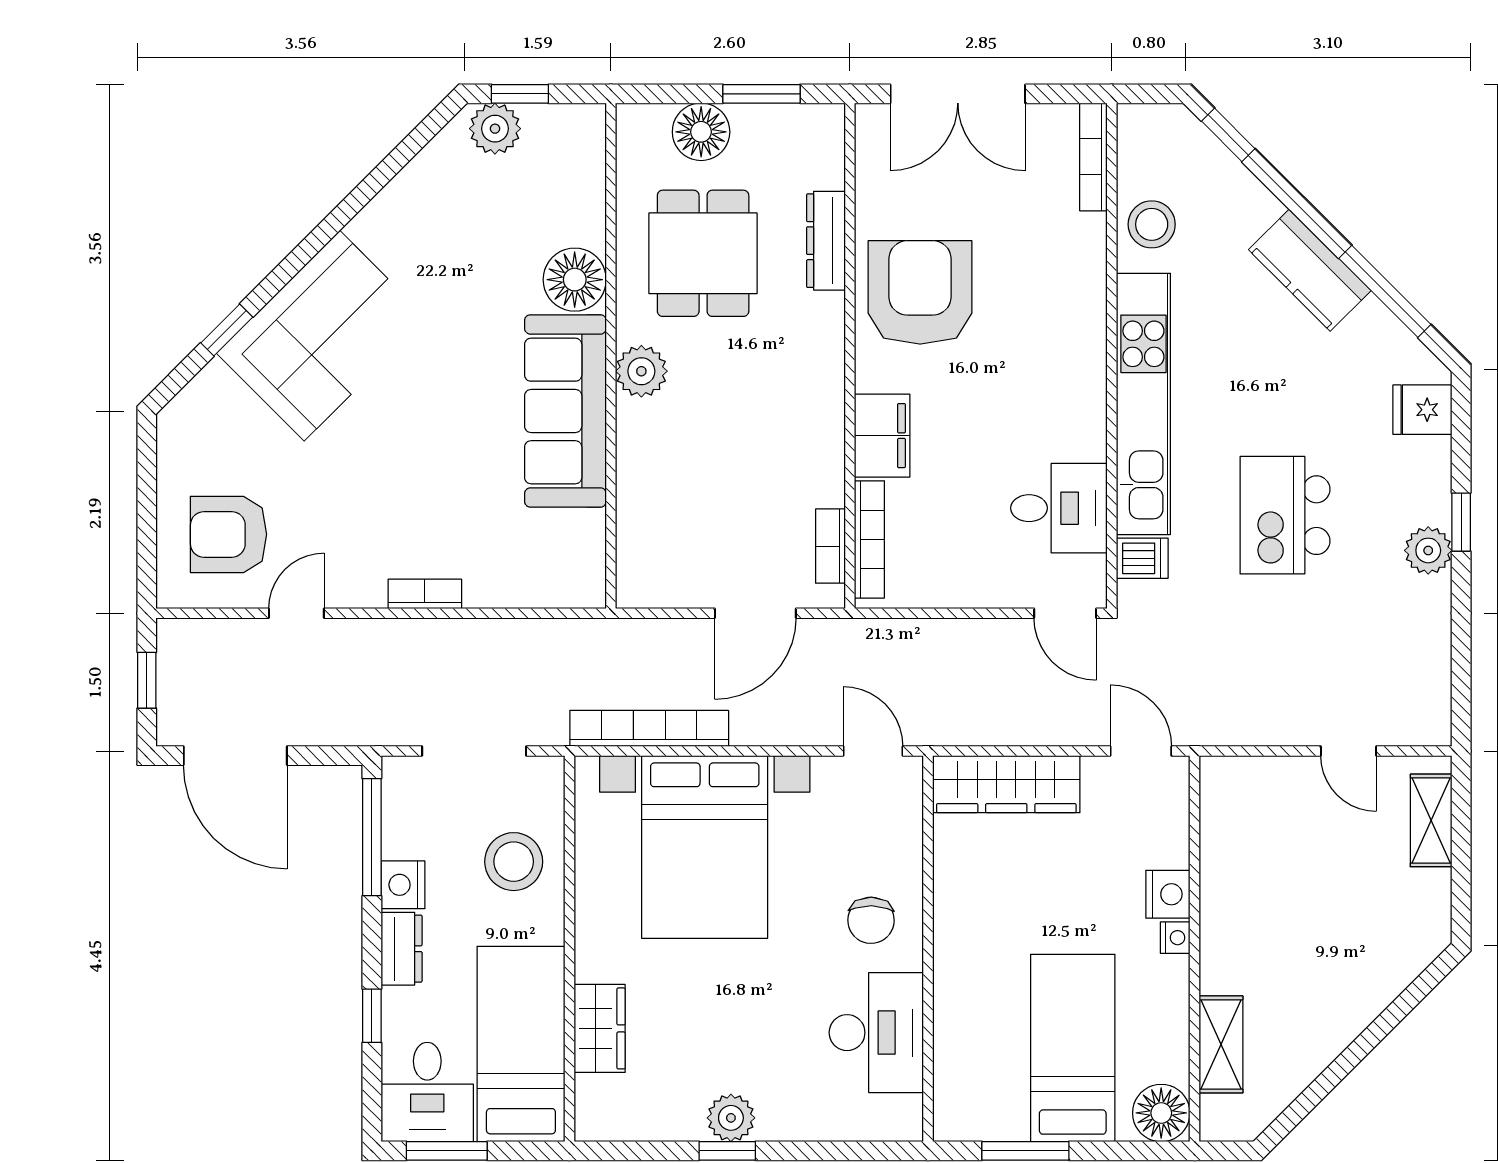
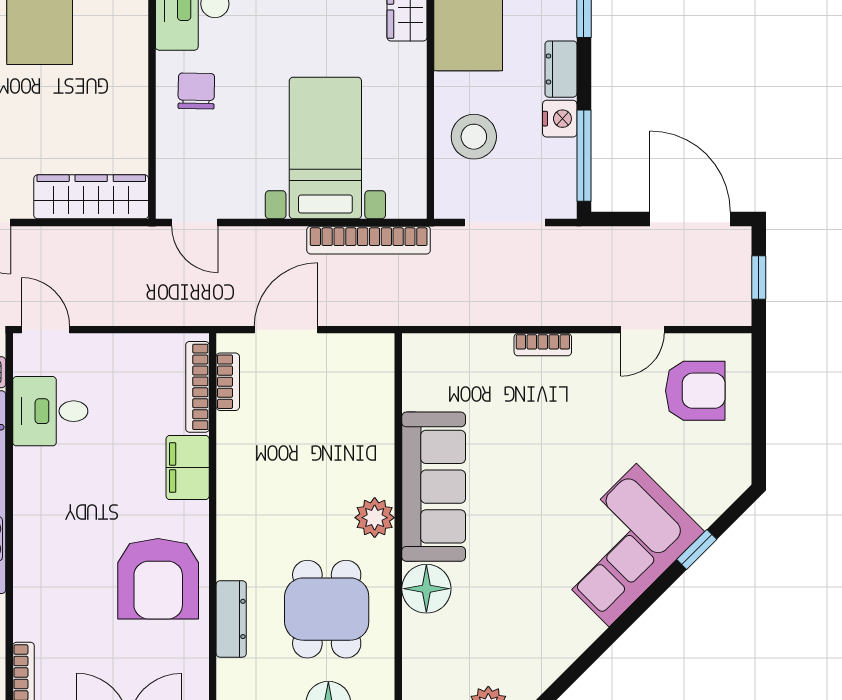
bed with nightstands: (705, 847) -> (325, 148), width x0.73

